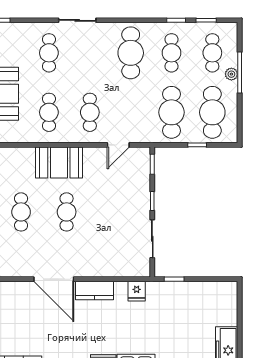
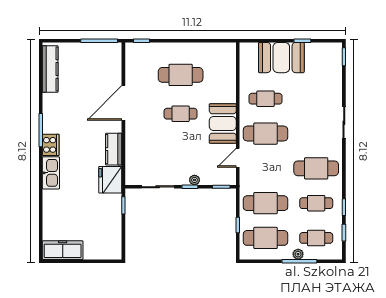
cafe table: (49, 53) -> (316, 99), removed
cafe table: (90, 112) -> (265, 134), width x1.37, depth x1.35
door: (118, 145) -> (238, 158), hinge flipped
booth: (59, 162) -> (223, 123), moved
plant: (144, 196) -> (194, 180), added
cafe table: (21, 212) -> (181, 75), width x1.37, depth x1.35
kitchen counter: (94, 290) -> (114, 149), moved
fridge: (137, 291) -> (110, 180), width x1.88, depth x1.34

